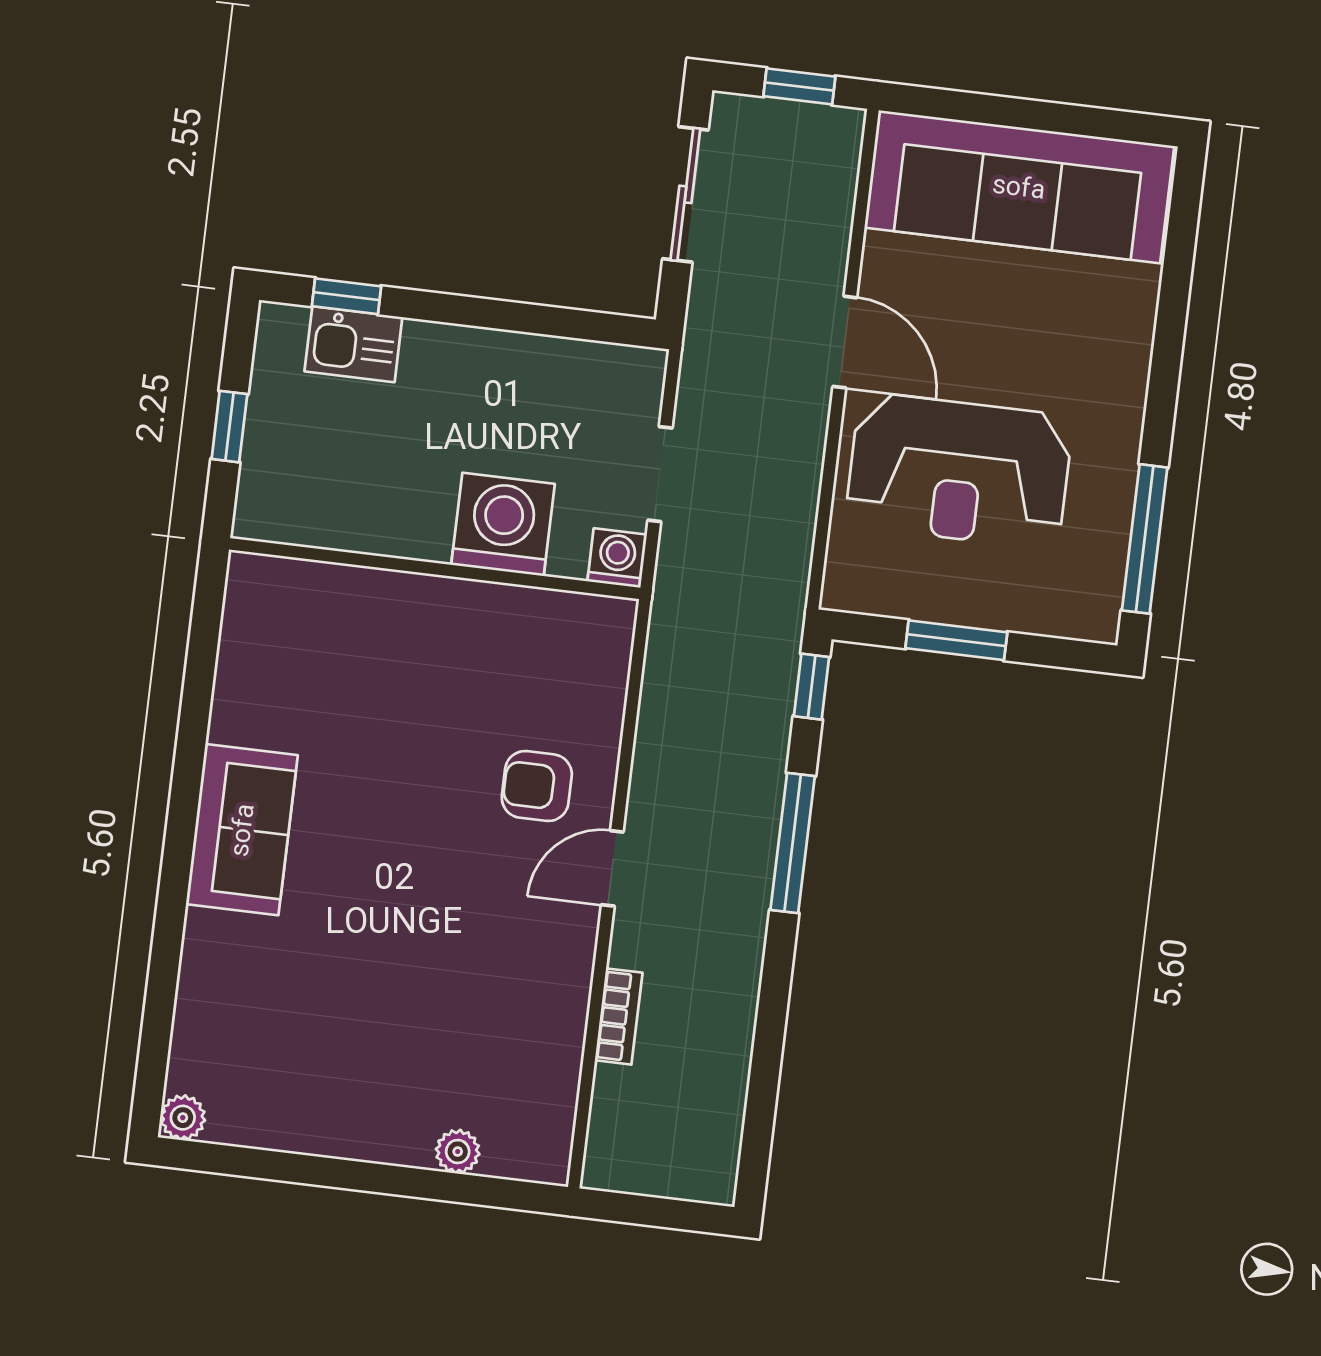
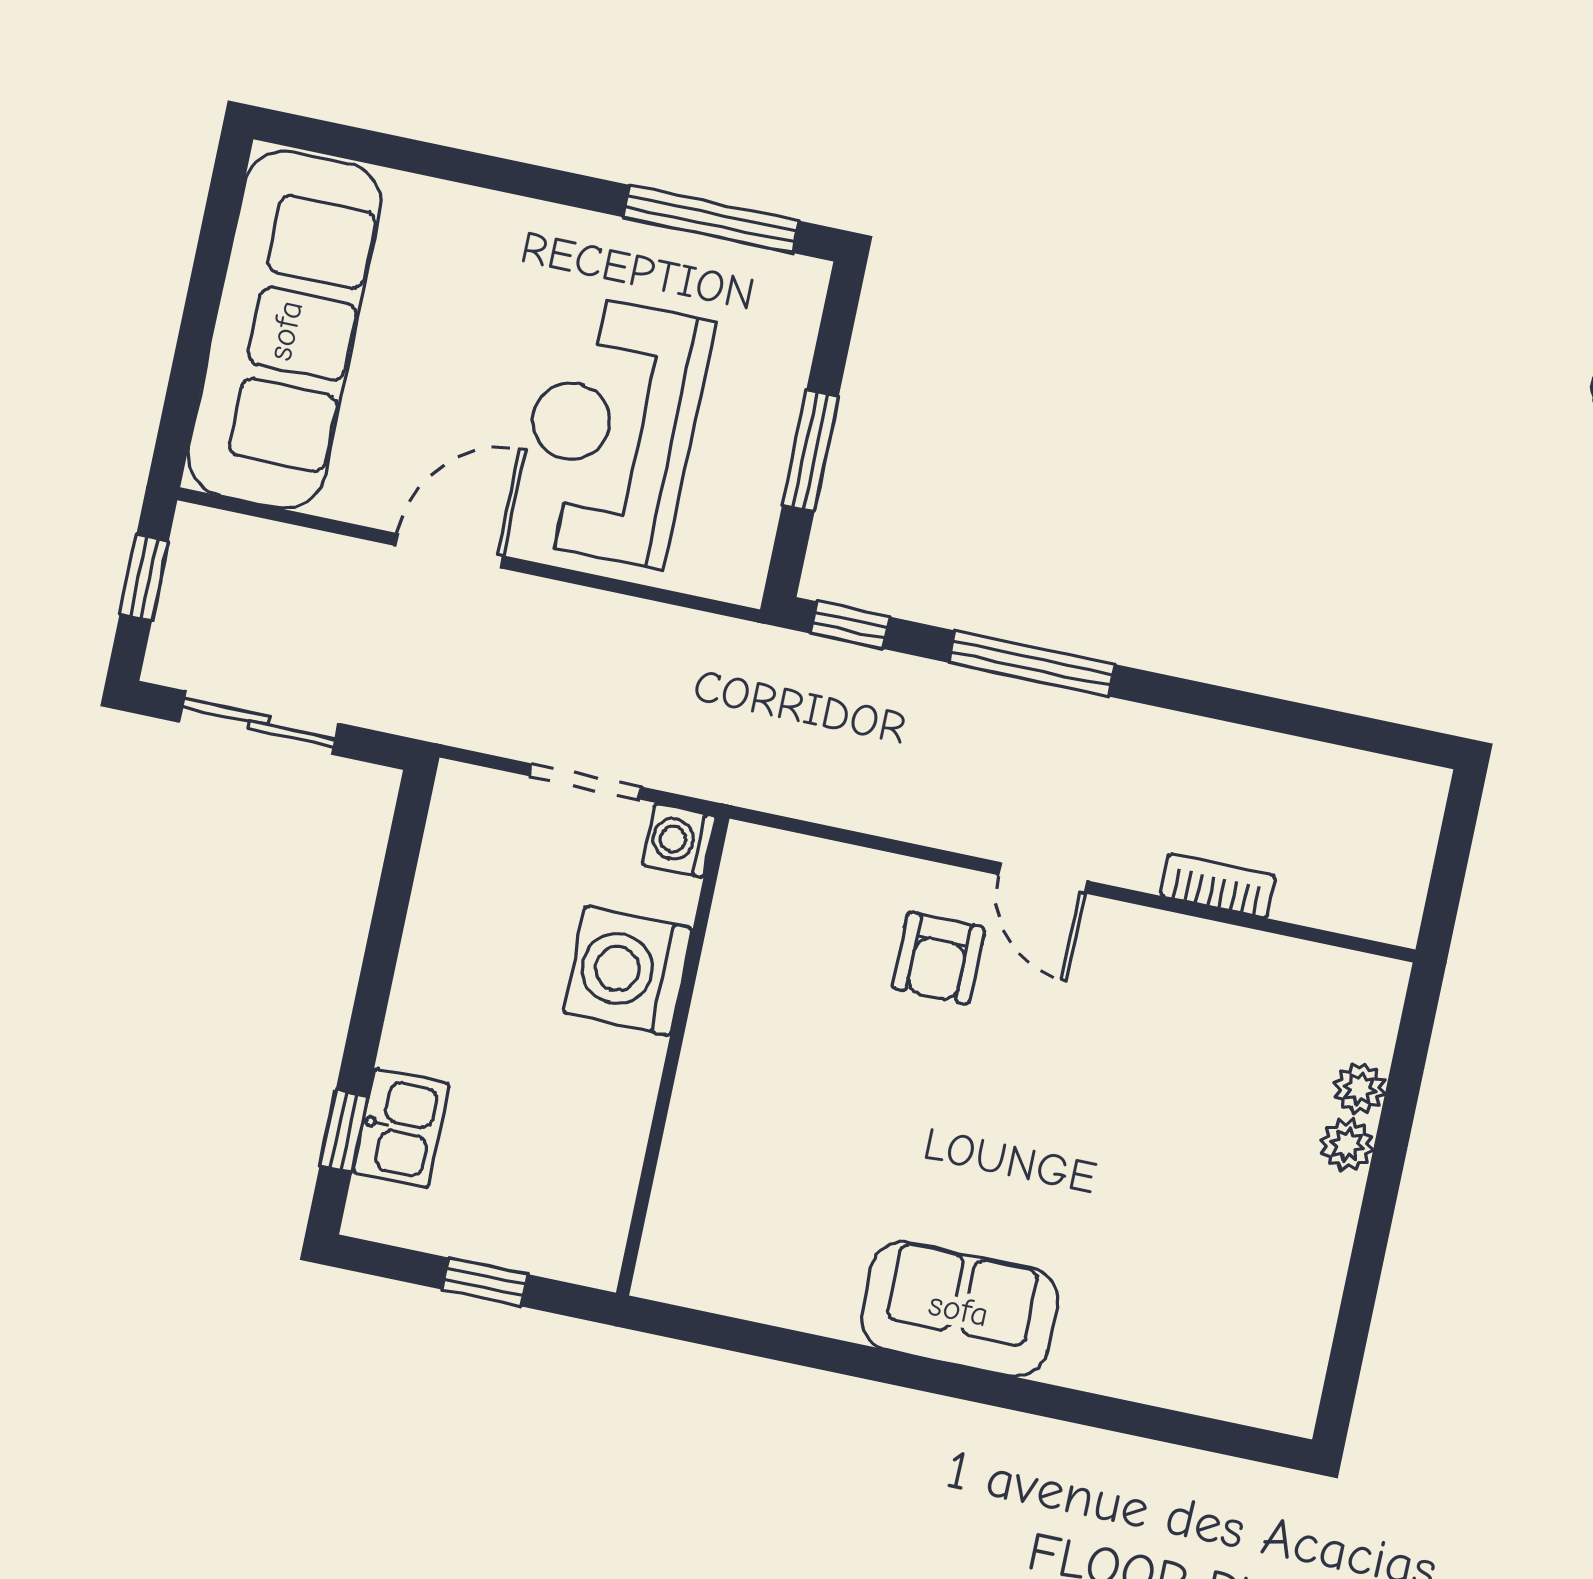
reception desk: (959, 471) -> (612, 430), turned 180
plant: (183, 1118) -> (1347, 1145), moved

